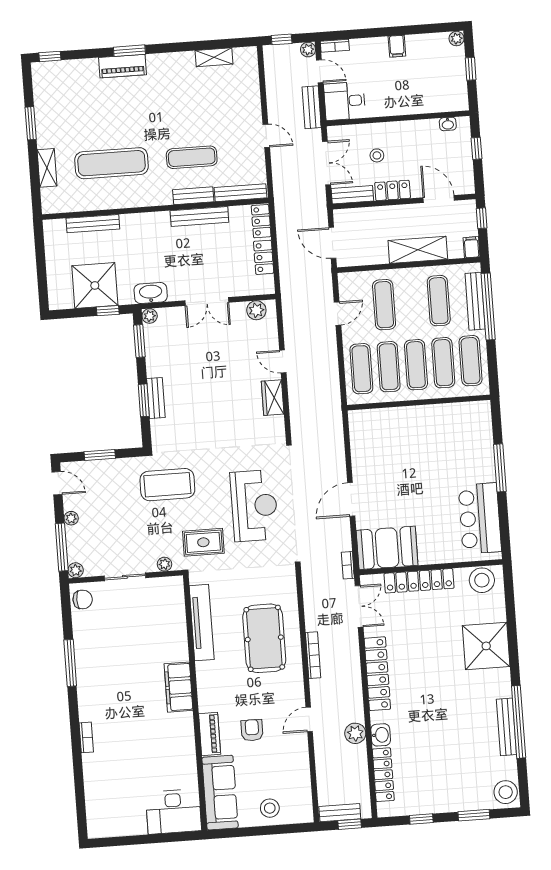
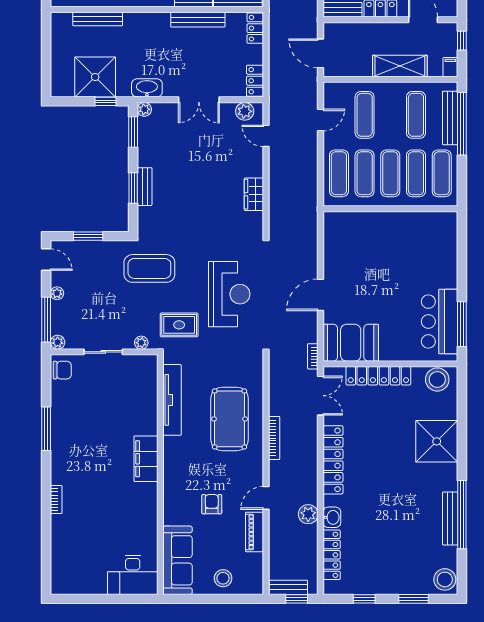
locker: (264, 257) -> (255, 81), moved
door: (283, 361) -> (266, 136), moved
window: (500, 468) -> (462, 324), moved
piano: (210, 734) -> (255, 532), moved, turned 180

